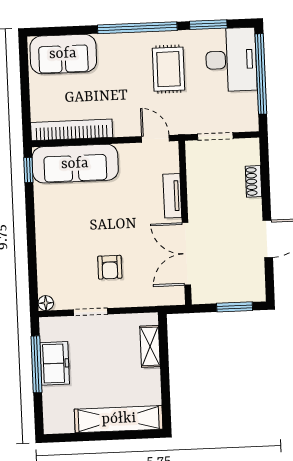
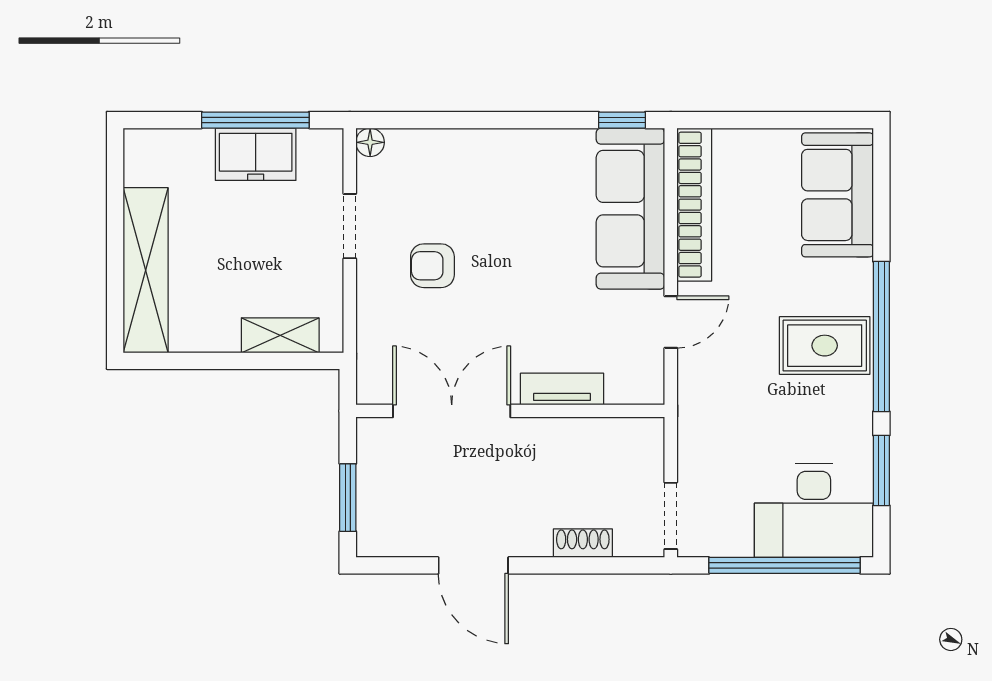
rug: (168, 69) -> (825, 346), moved
doorway: (215, 136) -> (671, 516), moved
door: (155, 139) -> (671, 322), moved

